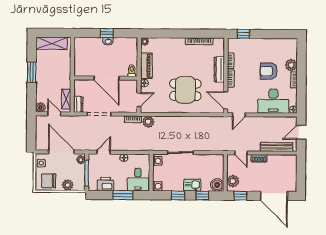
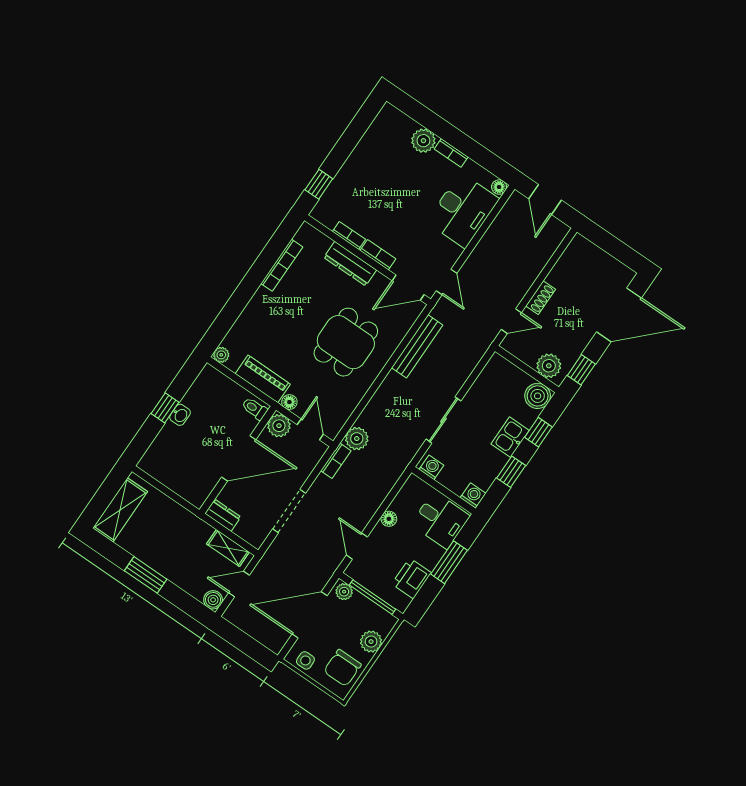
armchair: (269, 71) -> (408, 184), removed
plant: (132, 86) -> (279, 426), added
dresser: (78, 104) -> (223, 515), moved
bench: (277, 147) -> (417, 346), moved

